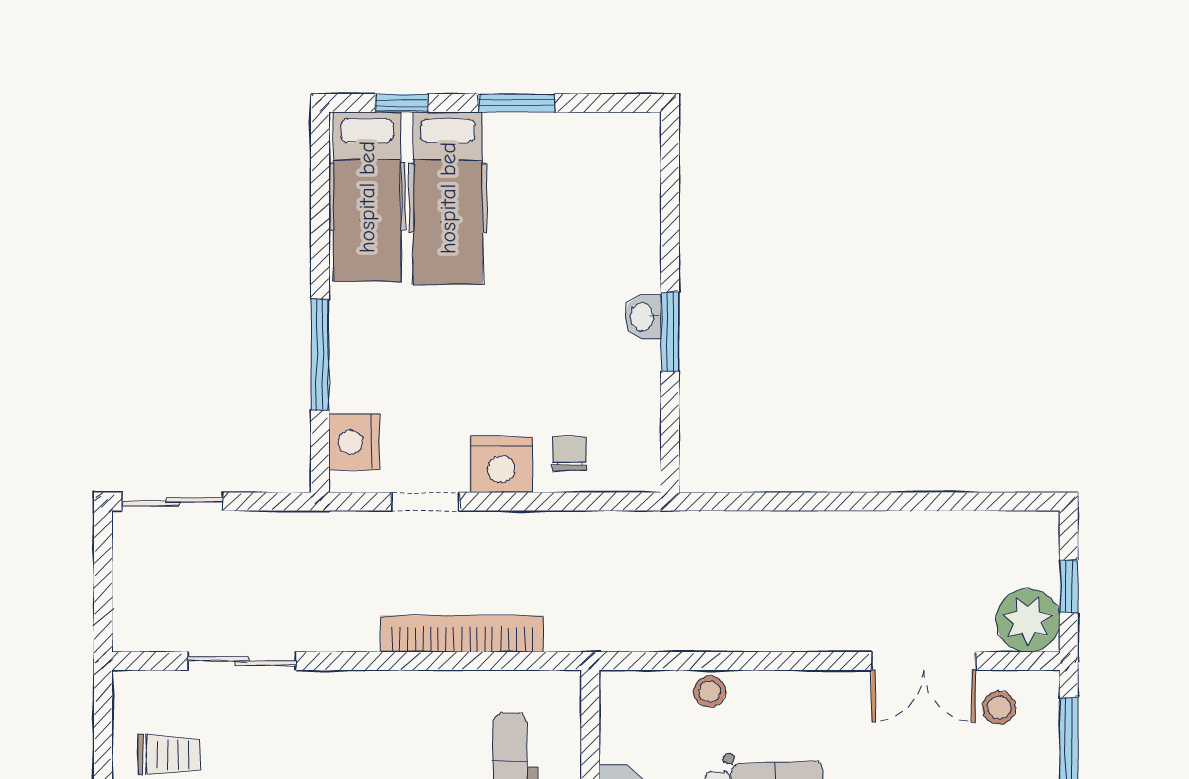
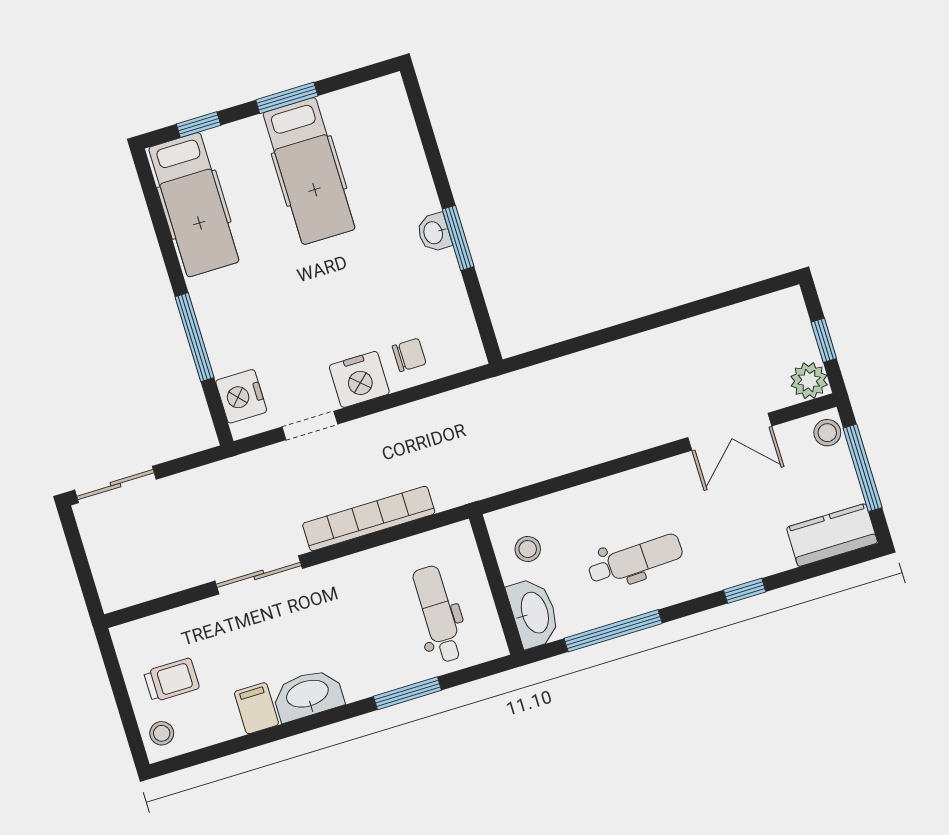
hospital bed: (448, 198) -> (309, 171), moved
chair: (569, 453) -> (409, 355), turned 90
plant: (1028, 620) -> (809, 381), width x0.73, depth x0.73
sliding door: (242, 661) -> (259, 575), moved
stool: (710, 692) -> (528, 549), moved
stool: (999, 708) -> (827, 433), moved

